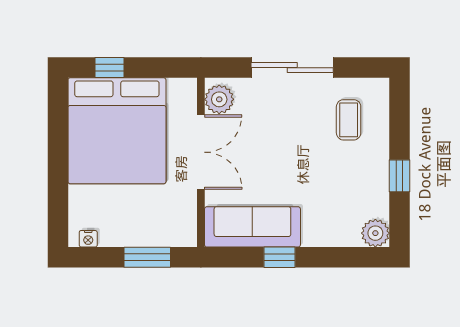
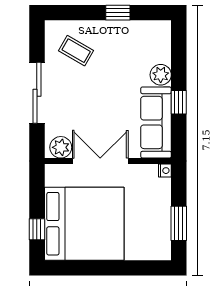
coffee table: (349, 120) -> (76, 51), turned 30
plant: (375, 233) -> (161, 75), moved
nightstand: (88, 239) -> (165, 171), moved
window: (147, 257) -> (179, 223), moved

